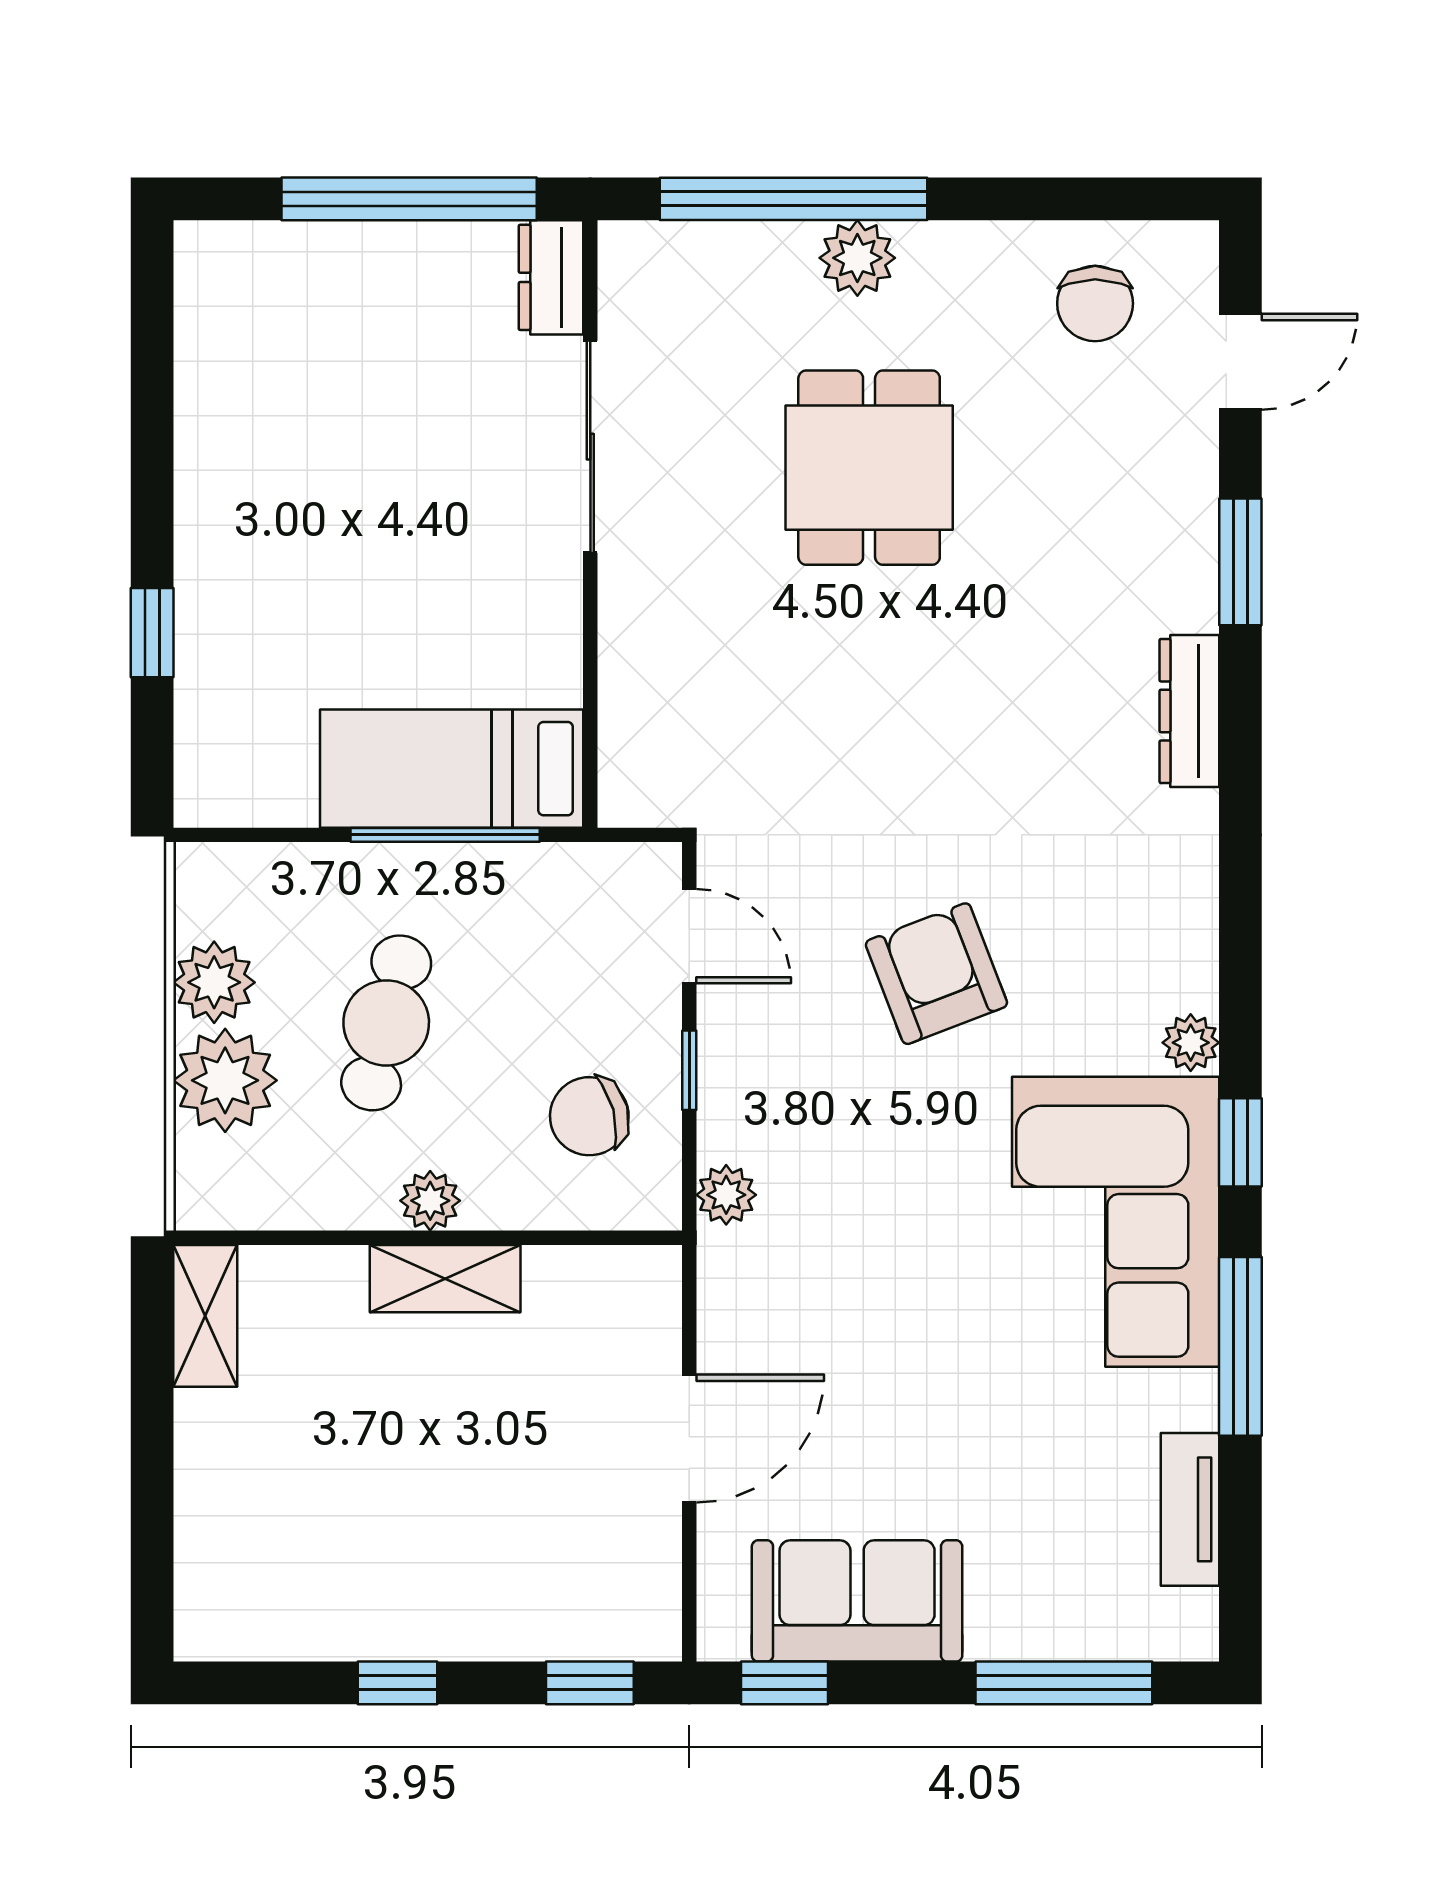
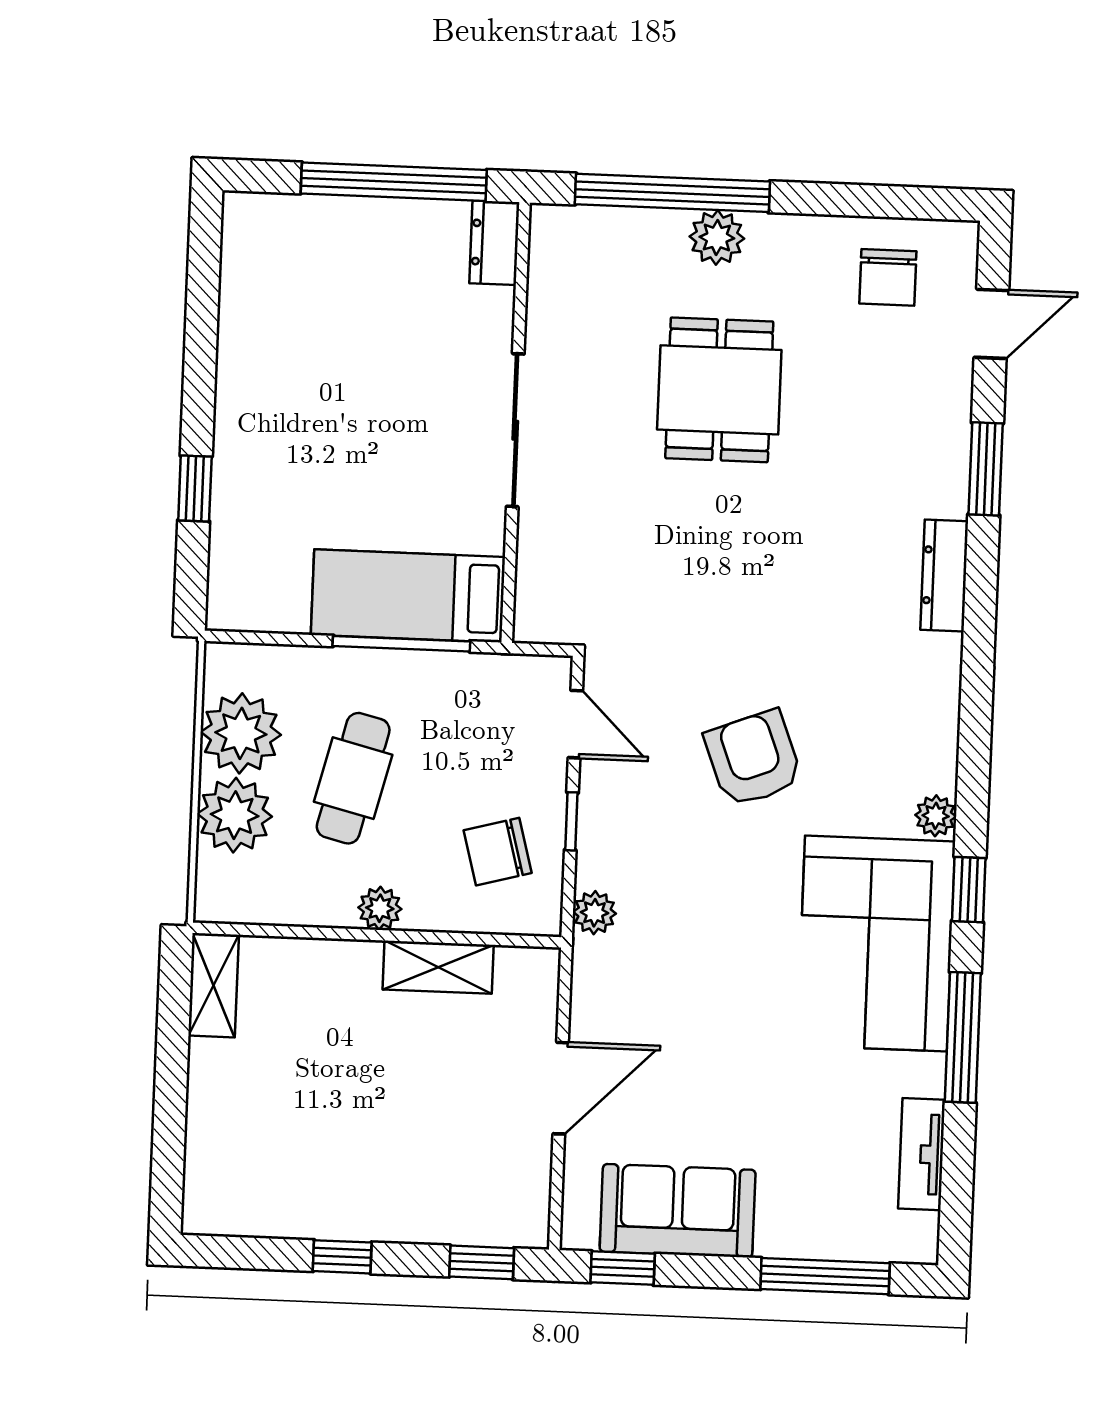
sliding door: (590, 447) -> (515, 430), moved
plant: (214, 982) -> (241, 733), width x1.36, depth x1.36
shelving: (445, 1279) -> (438, 967), moved

